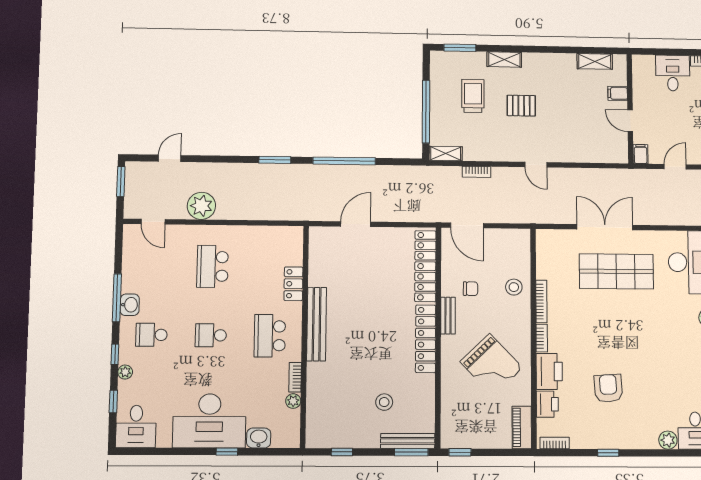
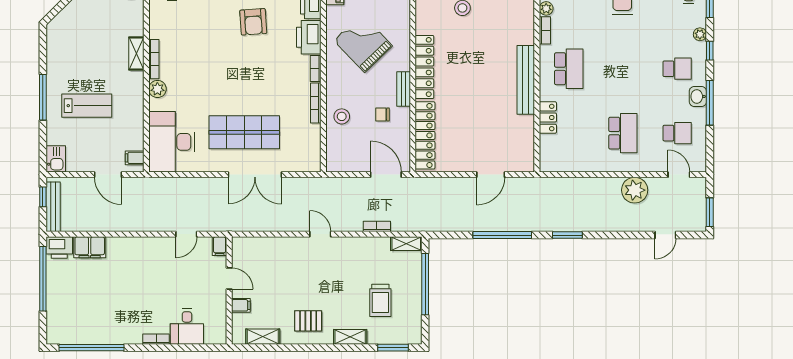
pallet: (521, 106) -> (308, 321), moved
school desk: (211, 335) -> (677, 133), moved

